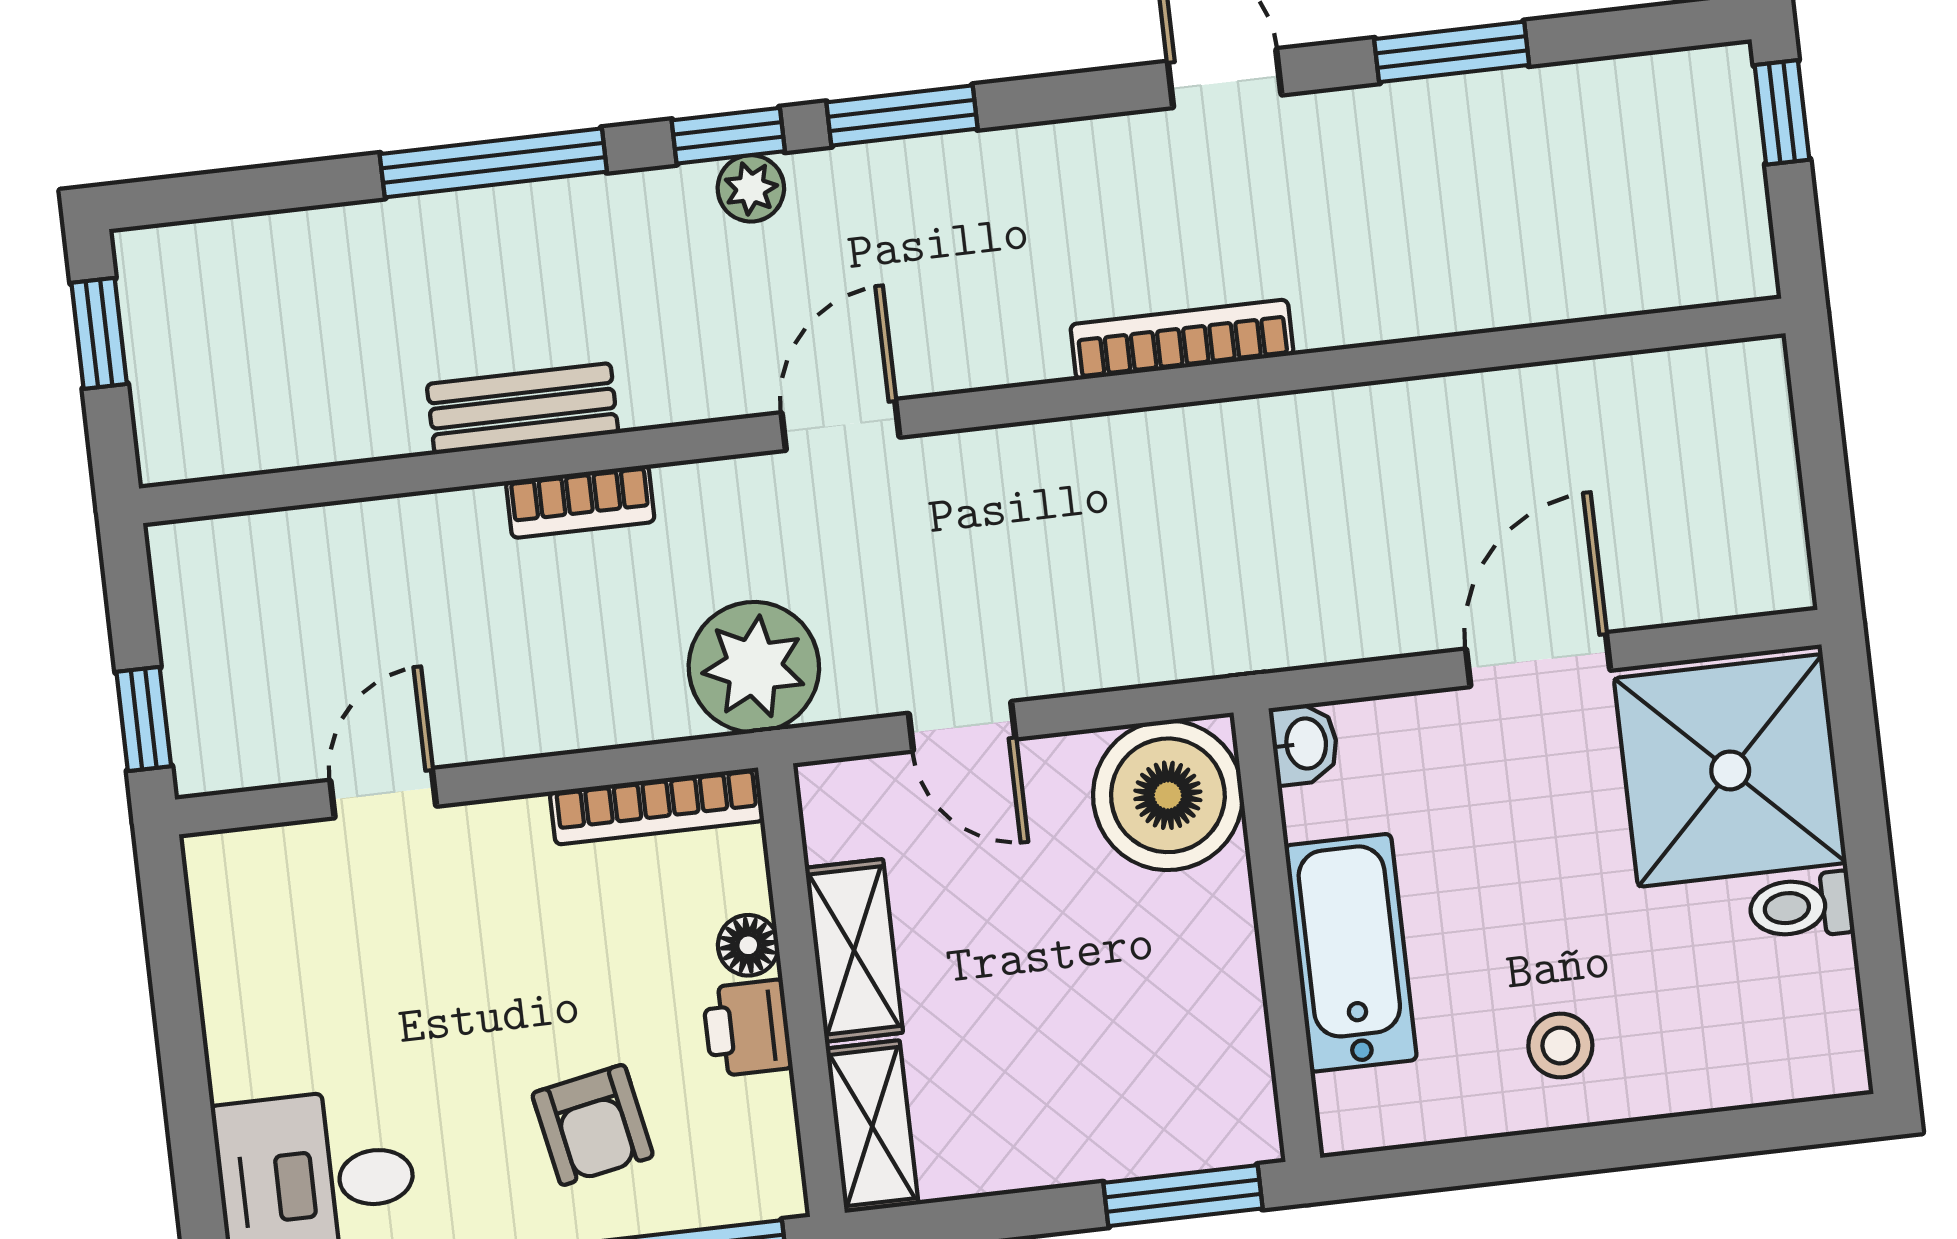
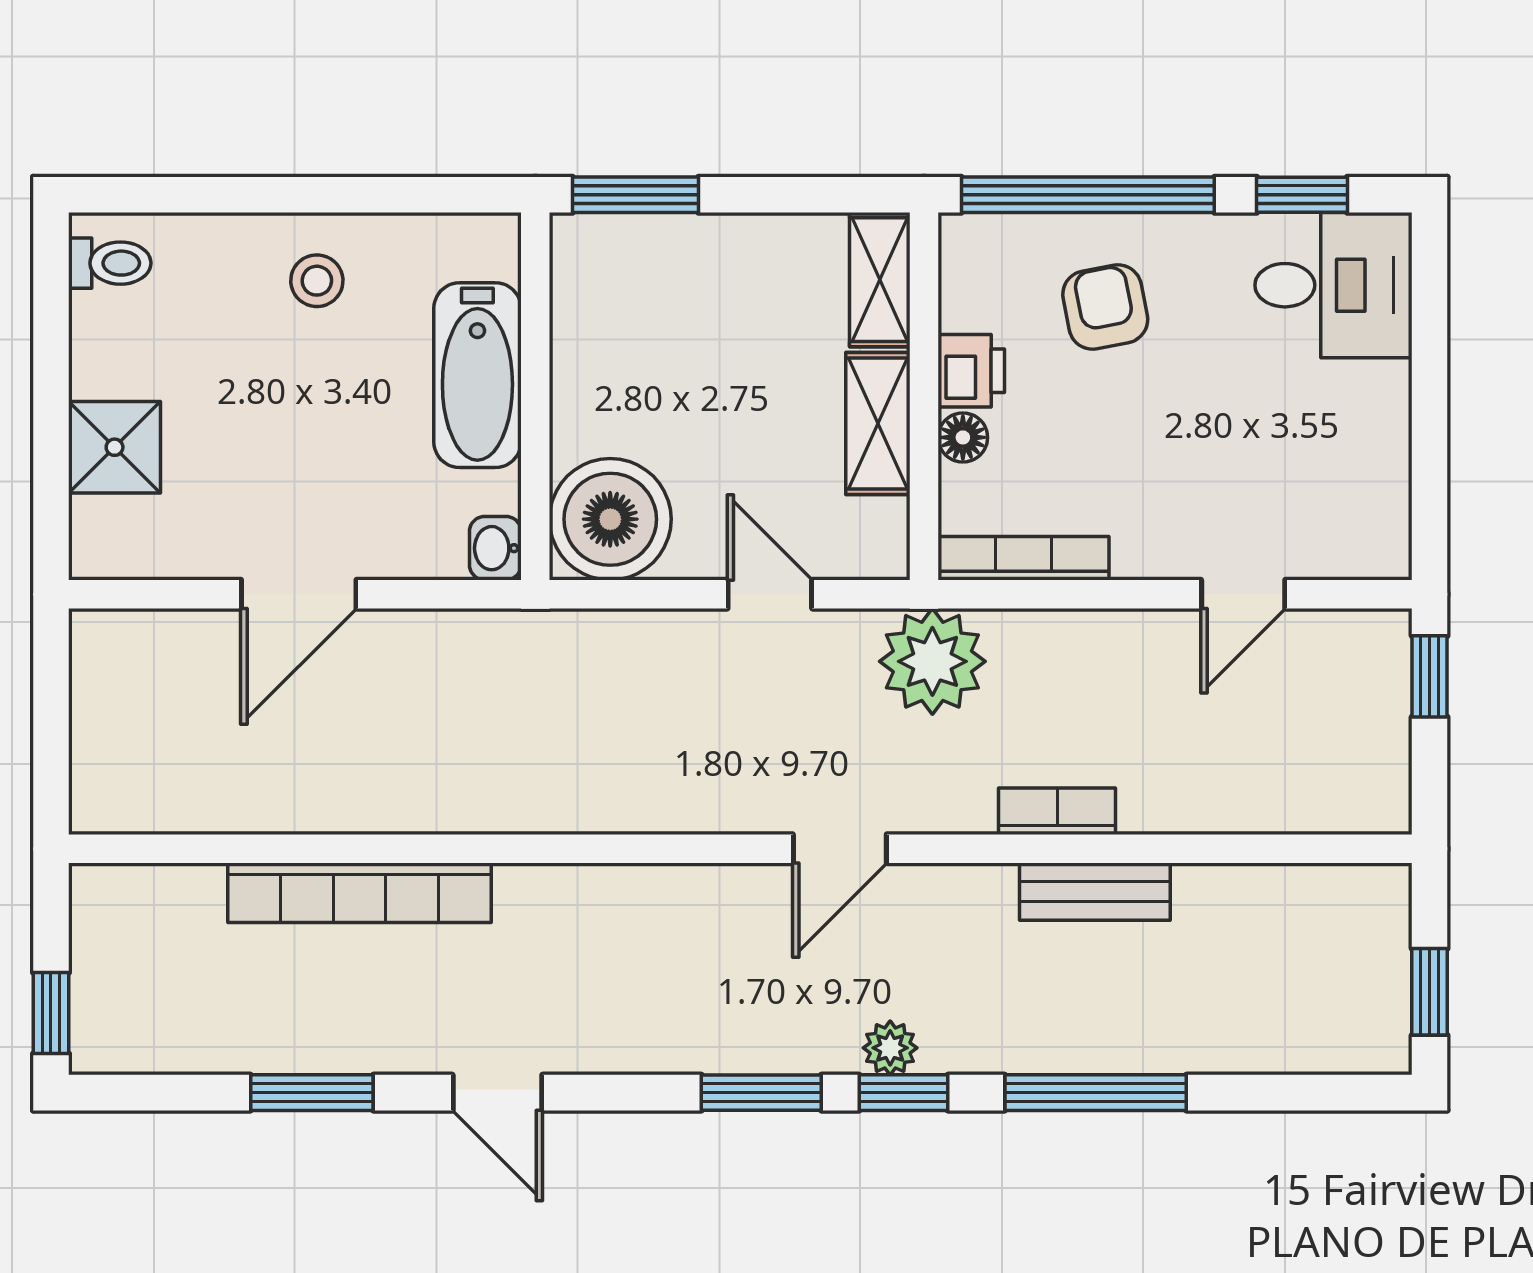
bookcase: (1182, 340) -> (359, 893), moved, width x1.48, depth x1.31
shower: (1730, 770) -> (115, 447), width x0.54, depth x0.54
toilet: (1801, 906) -> (110, 263), moved

